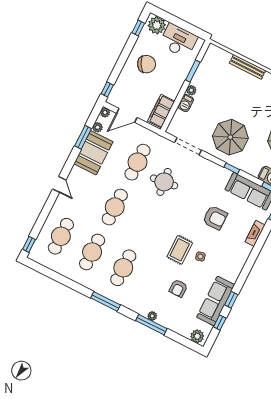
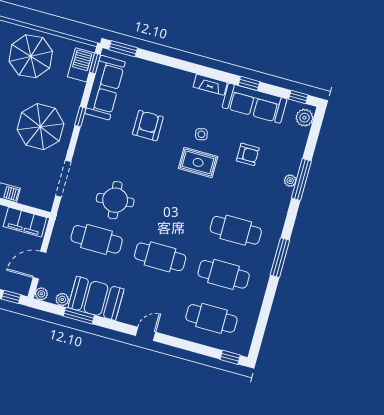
door: (127, 115) -> (39, 265), swing flipped
fireplace: (255, 233) -> (210, 85), moved
window: (105, 301) -> (280, 258), moved
window: (220, 322) -> (298, 97), moved

